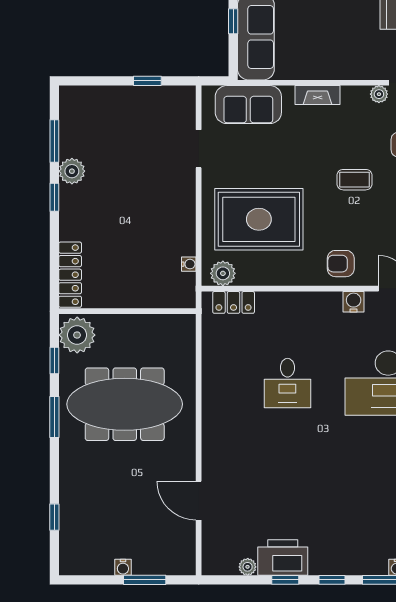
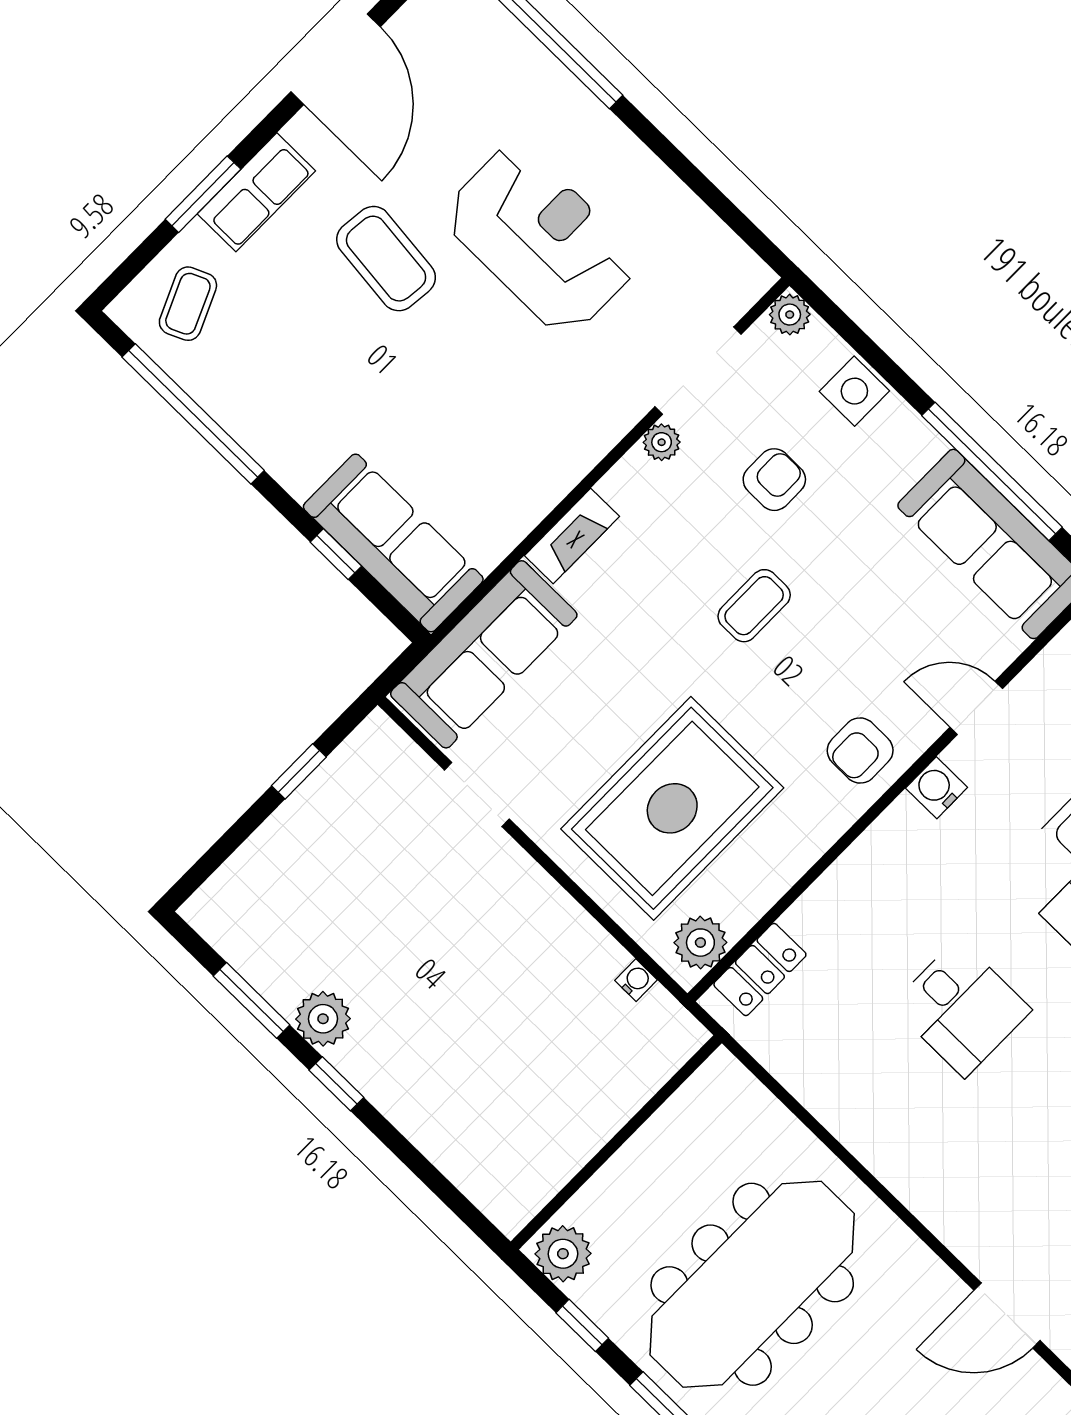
sofa: (248, 105) -> (484, 654), width x1.36
locker: (70, 275) -> (476, 1175), removed
plant: (77, 335) -> (563, 1254), width x0.73, depth x0.73

